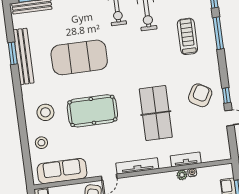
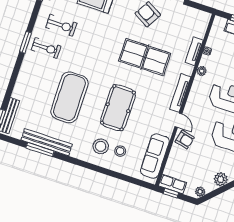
window: (13, 53) -> (40, 150), width x1.44
stool: (41, 143) -> (120, 151), moved
plant: (182, 175) -> (202, 71), moved

